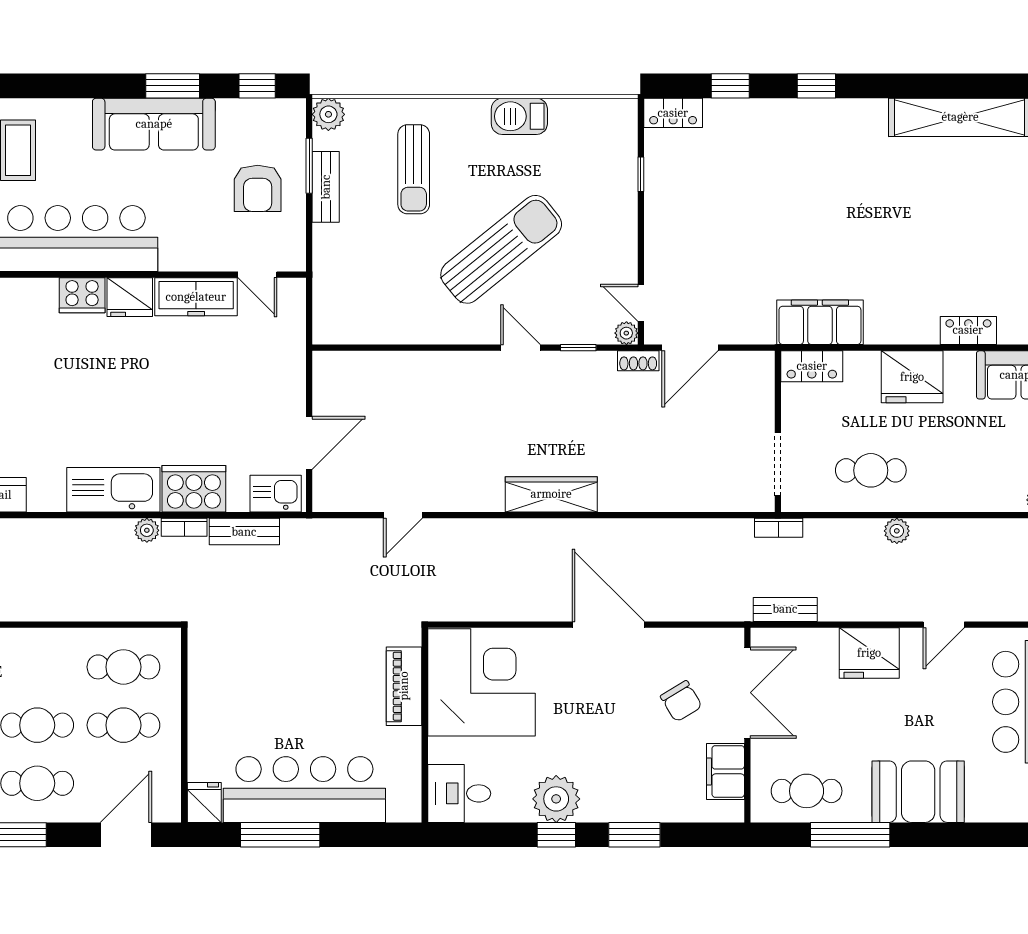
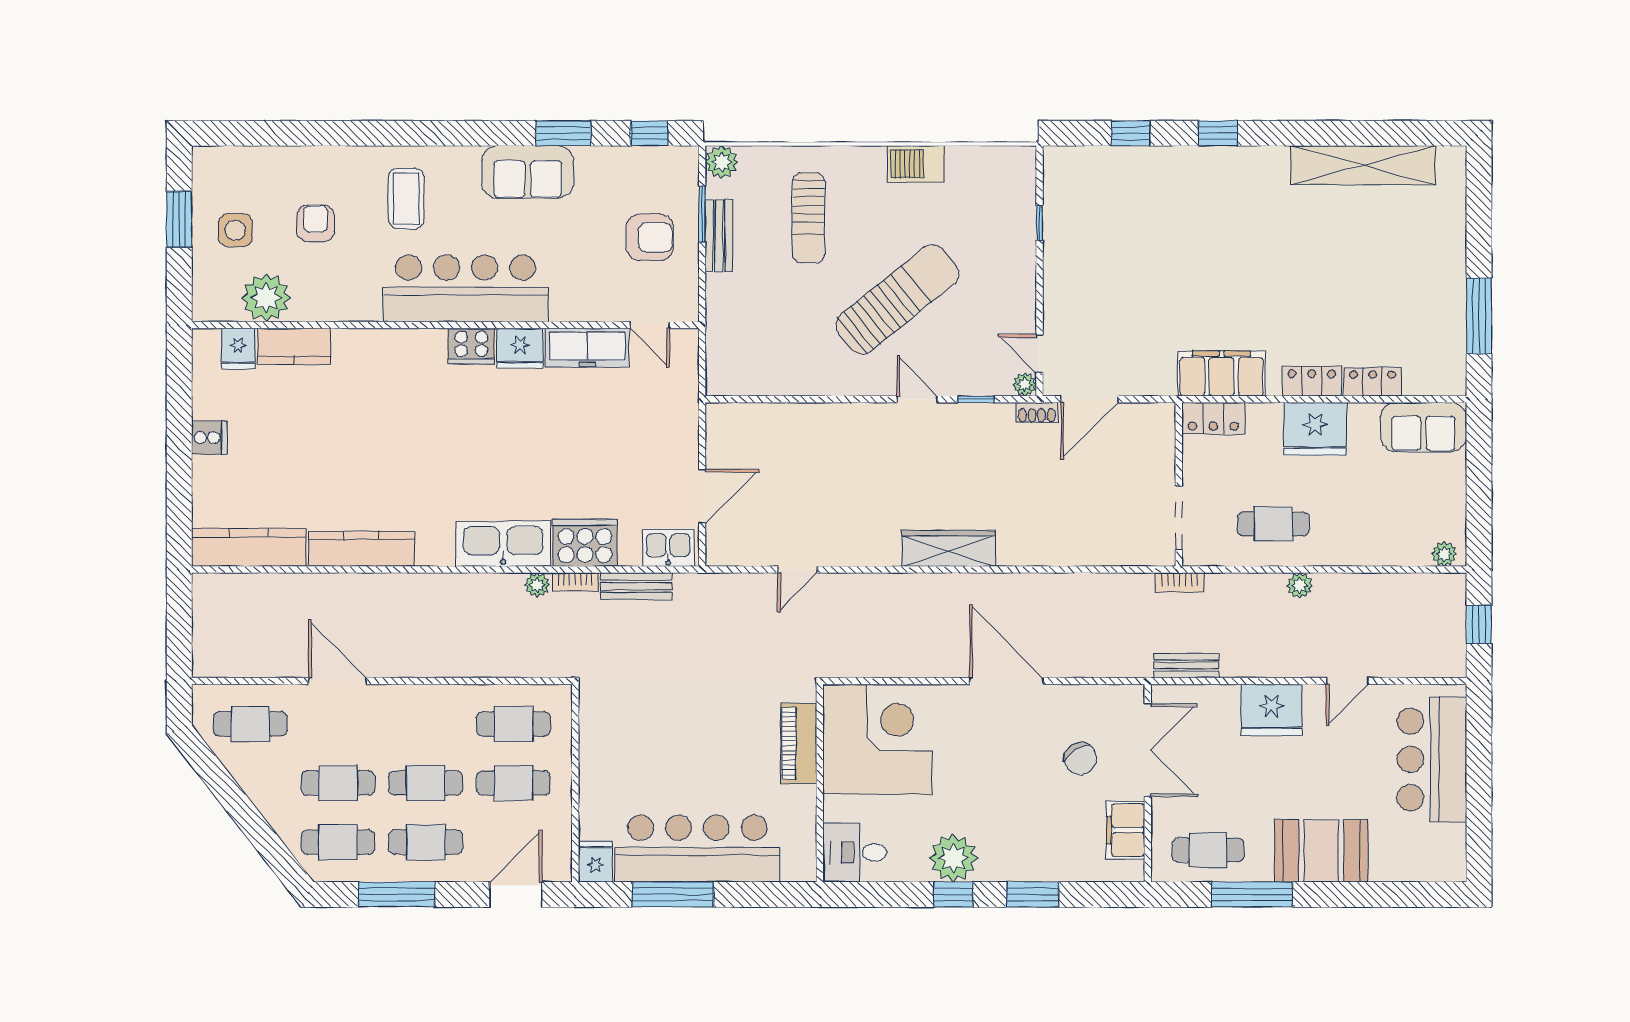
locker: (673, 113) -> (1312, 381), moved, turned 180
sofa: (154, 124) -> (528, 172), width x0.73
armchair: (258, 188) -> (650, 237), turned -90

